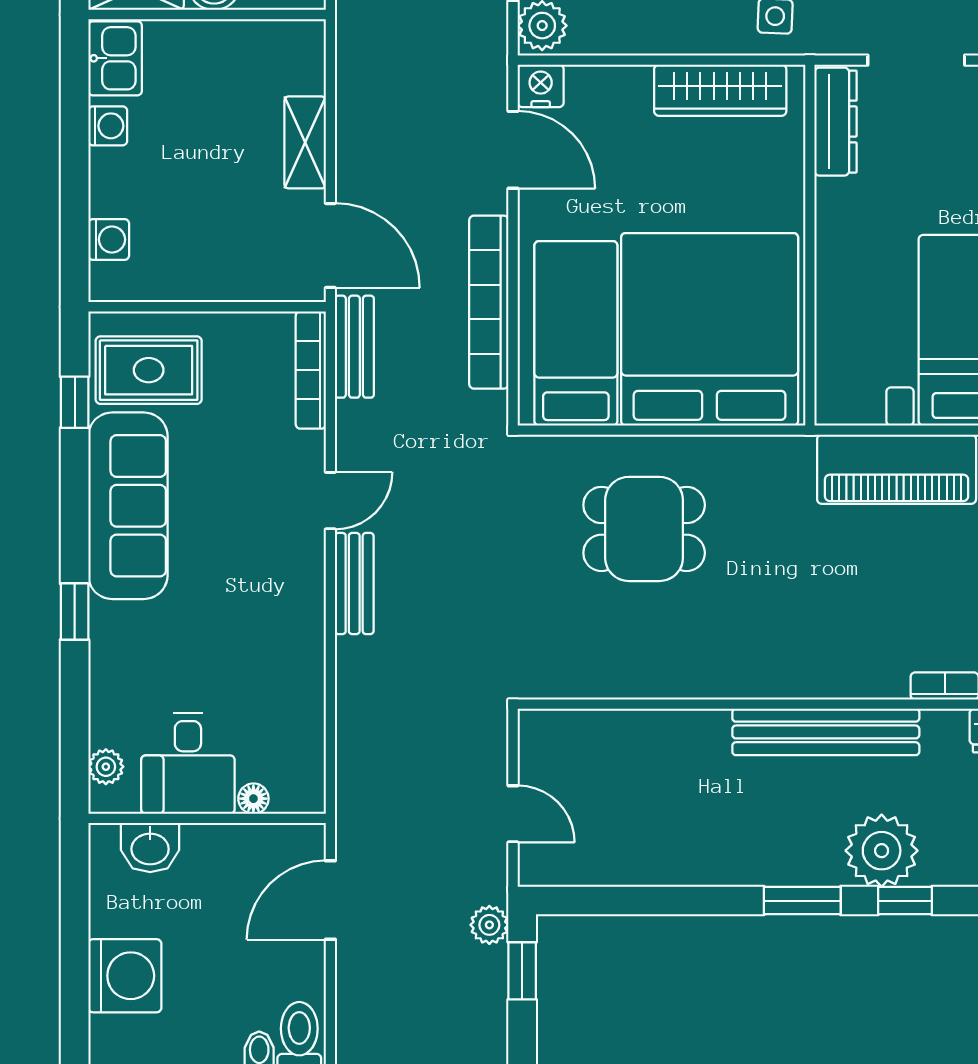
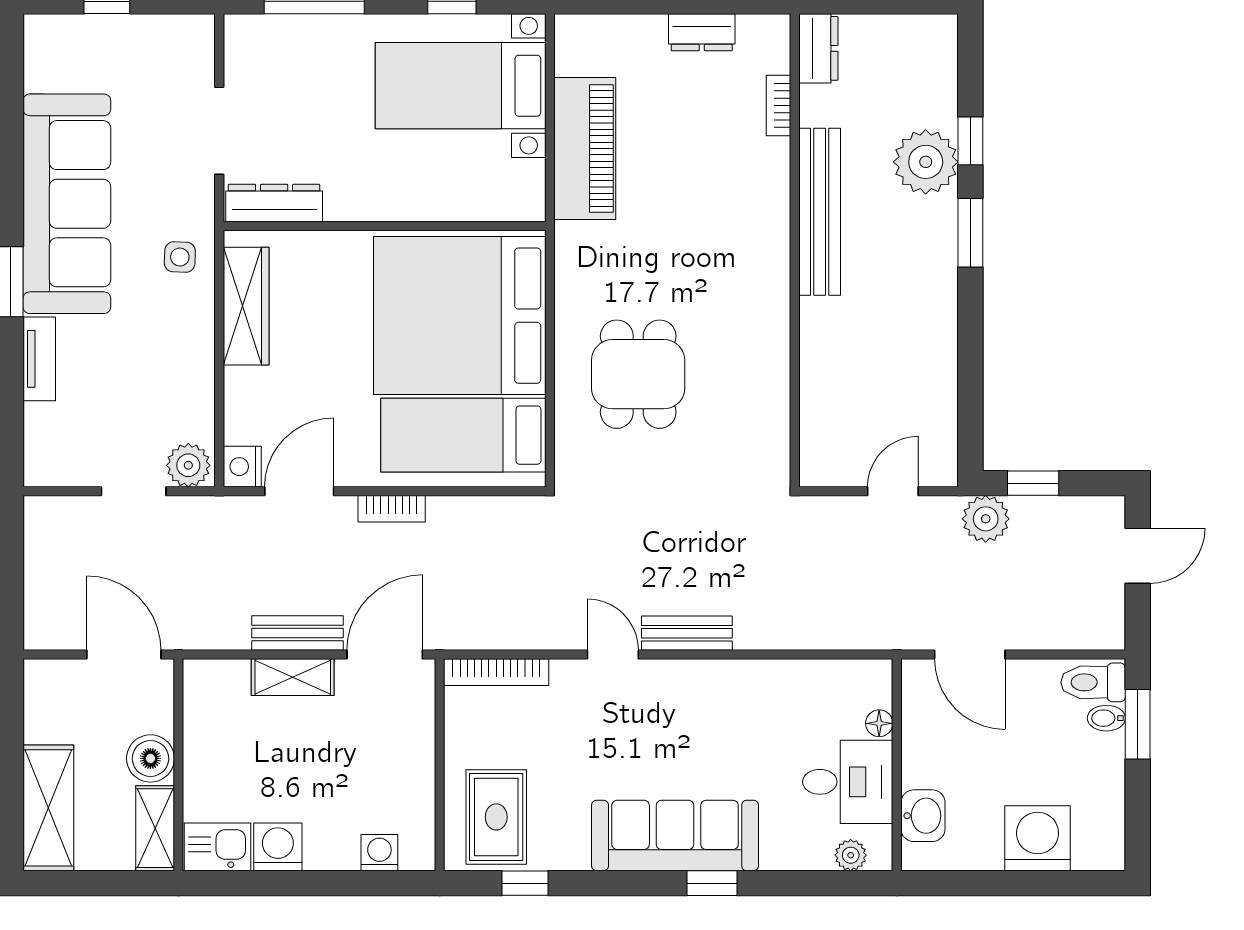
washing machine: (108, 126) -> (278, 847), width x1.38, depth x1.38
bookcase: (489, 302) -> (392, 509), width x0.43, depth x0.76
bench: (354, 347) -> (298, 633), moved
sofa: (128, 506) -> (675, 835), moved
plant: (489, 925) -> (986, 519), width x1.38, depth x1.38

